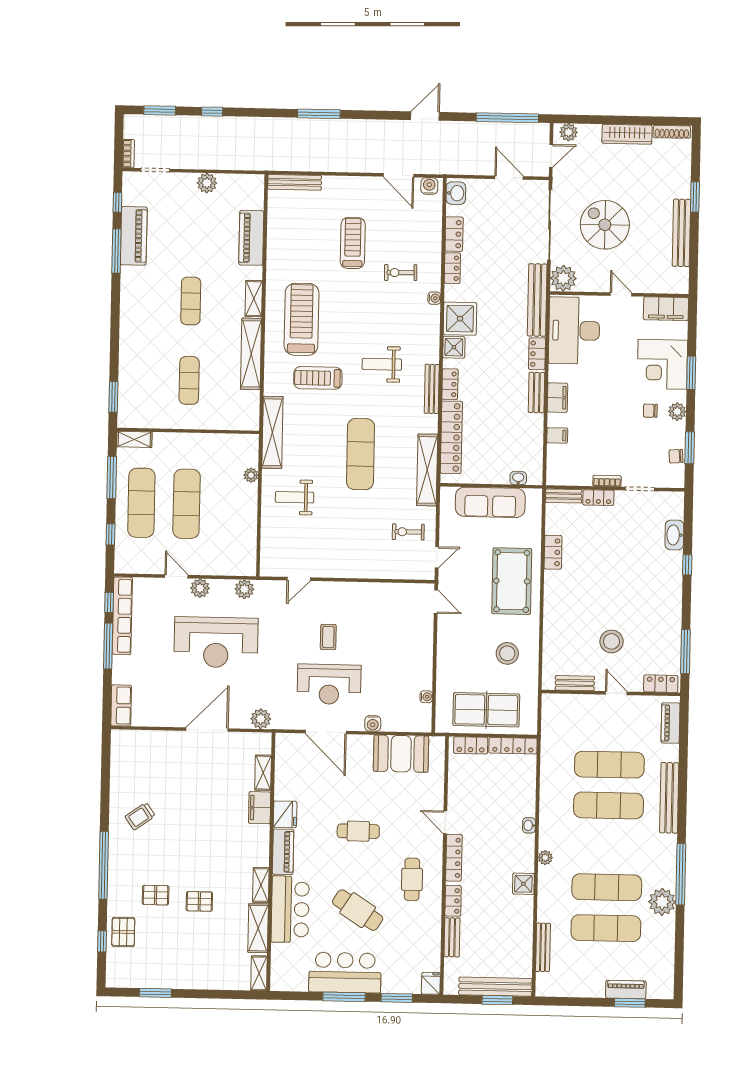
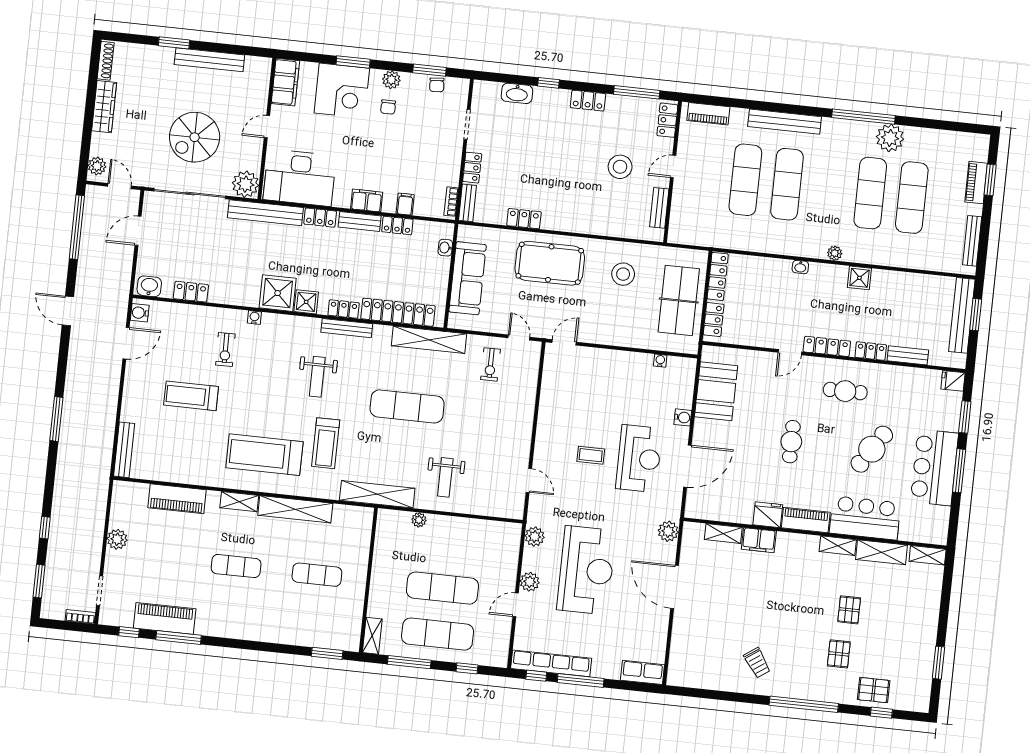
locker: (452, 268) -> (397, 226), moved, turned 180
bookcase: (607, 481) -> (451, 202), moved
locker: (673, 605) -> (588, 101), added
bench: (543, 947) -> (972, 241), moved, turned 90

